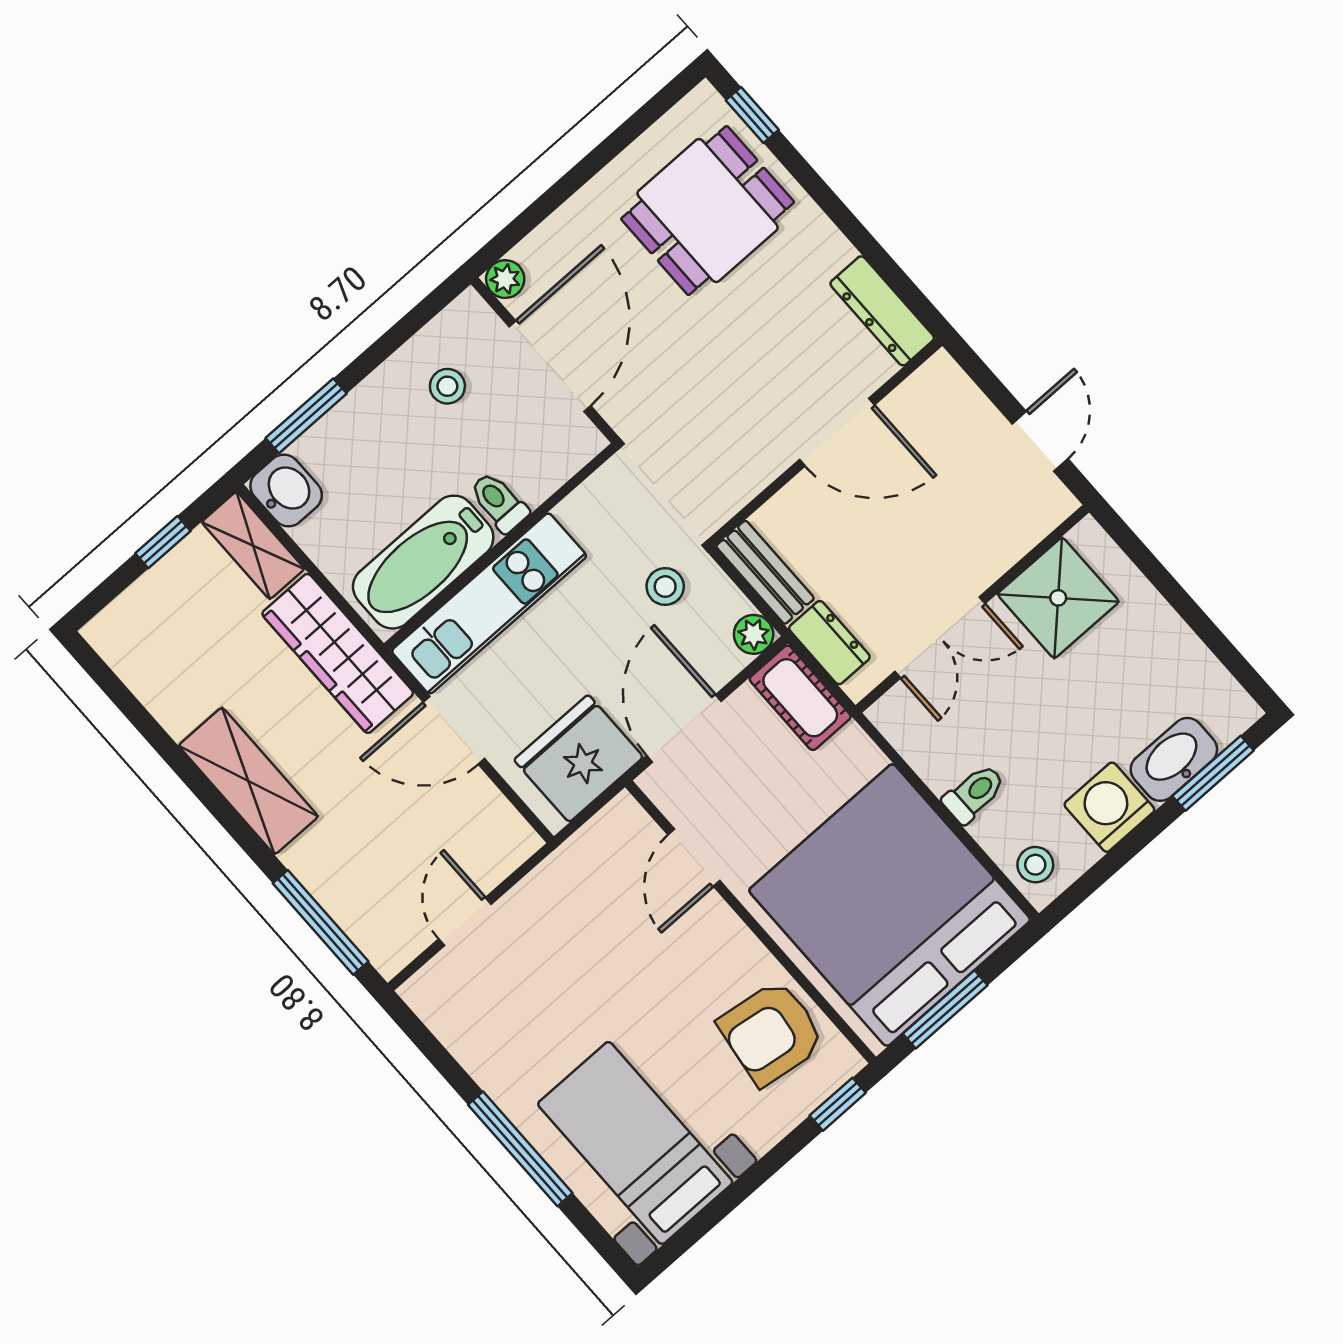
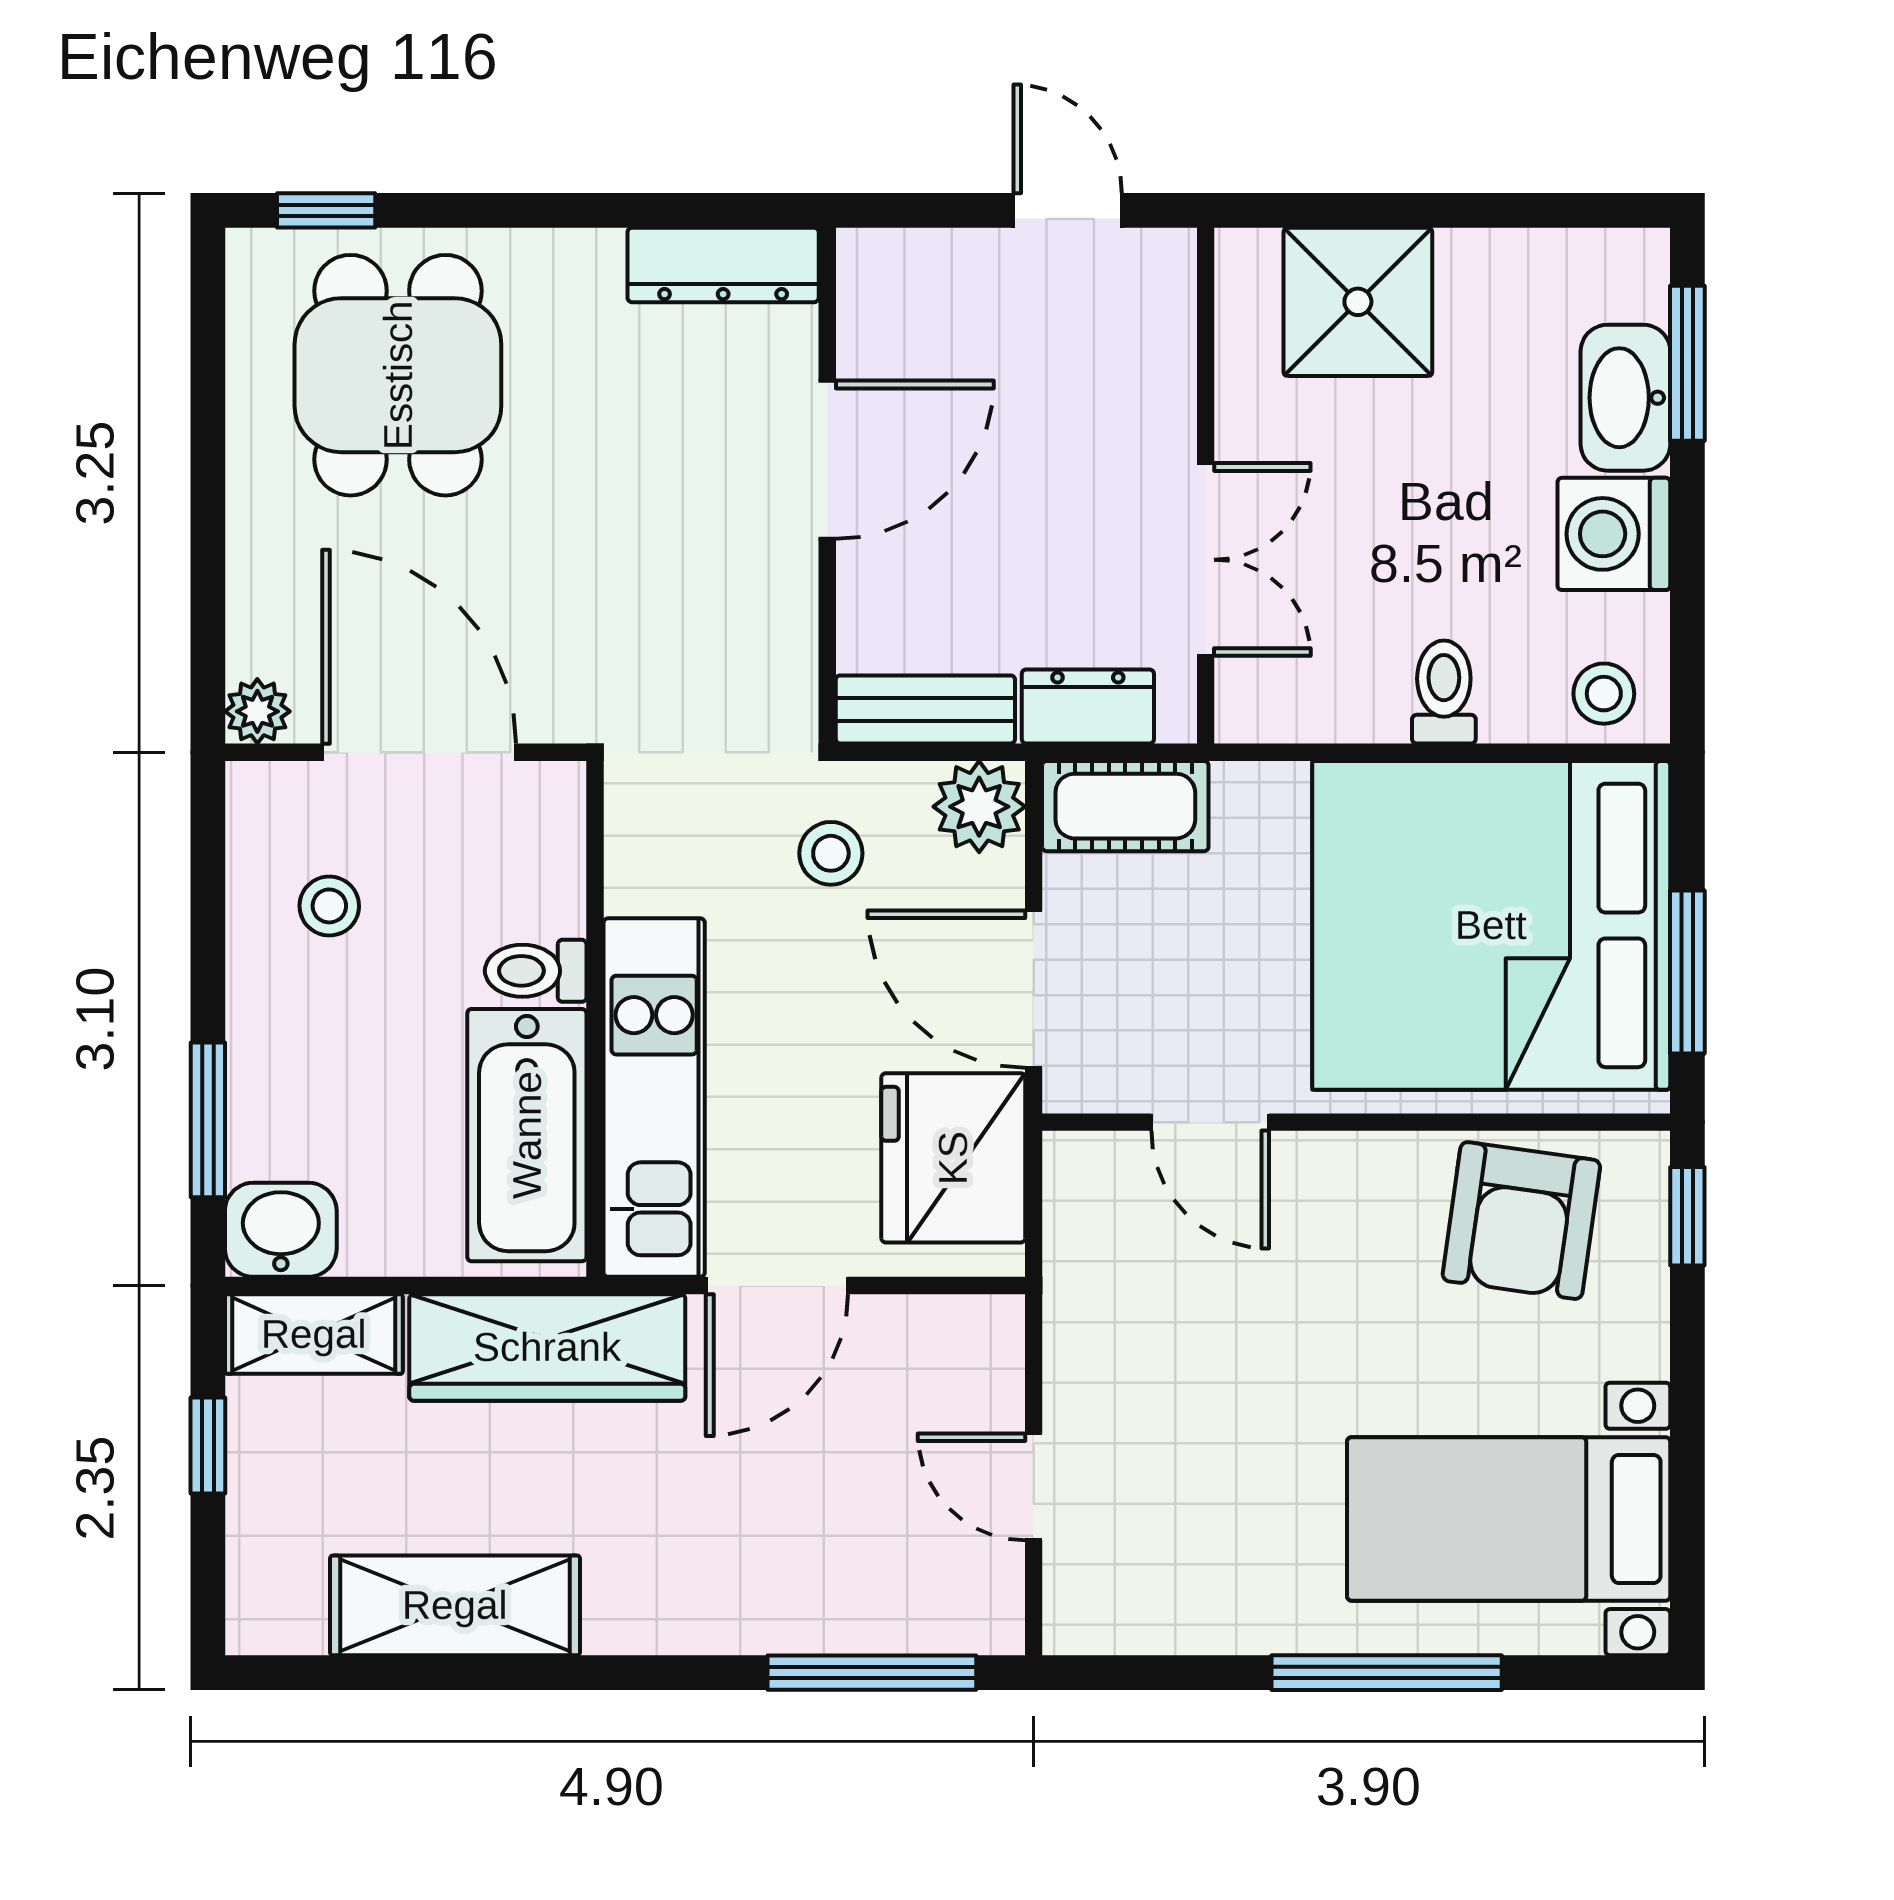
shower: (1058, 598) -> (1358, 302), moved
plant: (754, 634) -> (979, 807), width x1.38, depth x1.38
shelving: (248, 781) -> (455, 1605), moved

